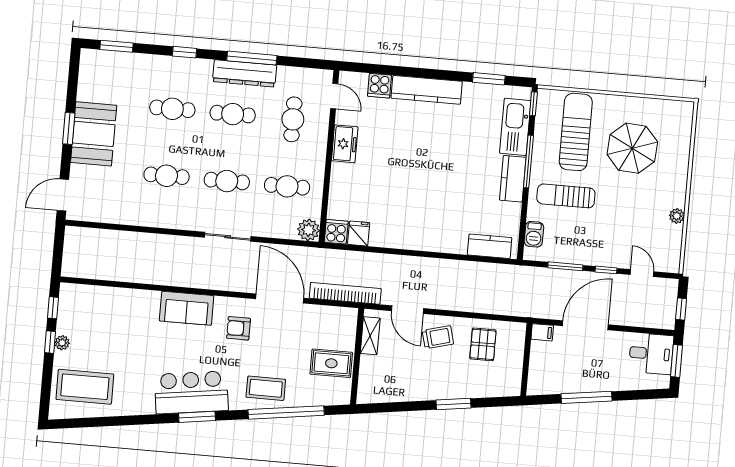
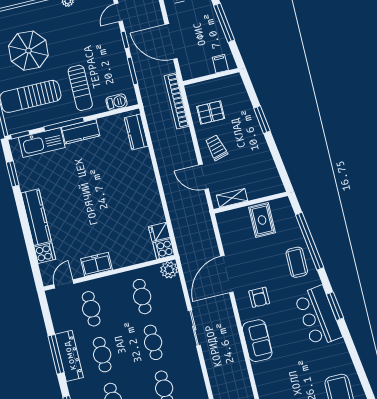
cafe table: (293, 119) -> (91, 309), turned 90
bookcase: (345, 293) -> (177, 101), moved
door: (408, 310) -> (204, 177), swing flipped
filing cabinet: (542, 332) -> (220, 64), moved

